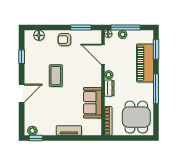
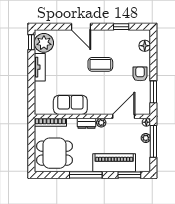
tv unit: (69, 130) -> (40, 67), moved
plant: (32, 131) -> (44, 43), width x1.87, depth x1.87

